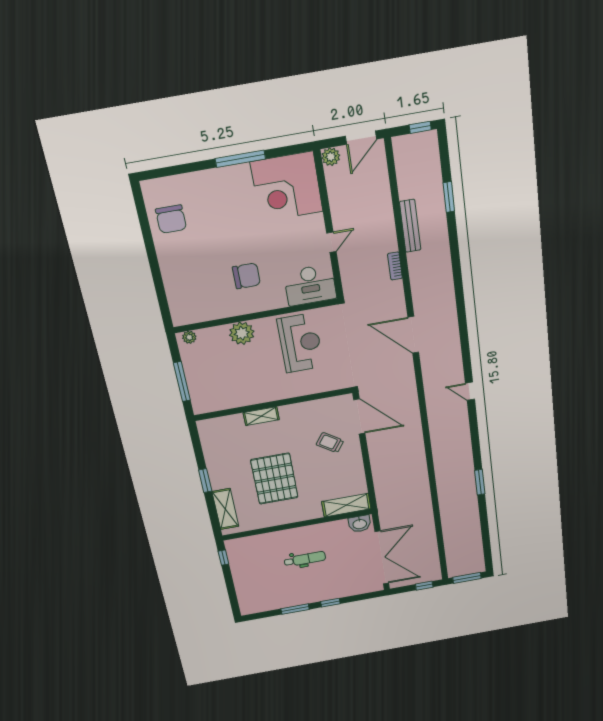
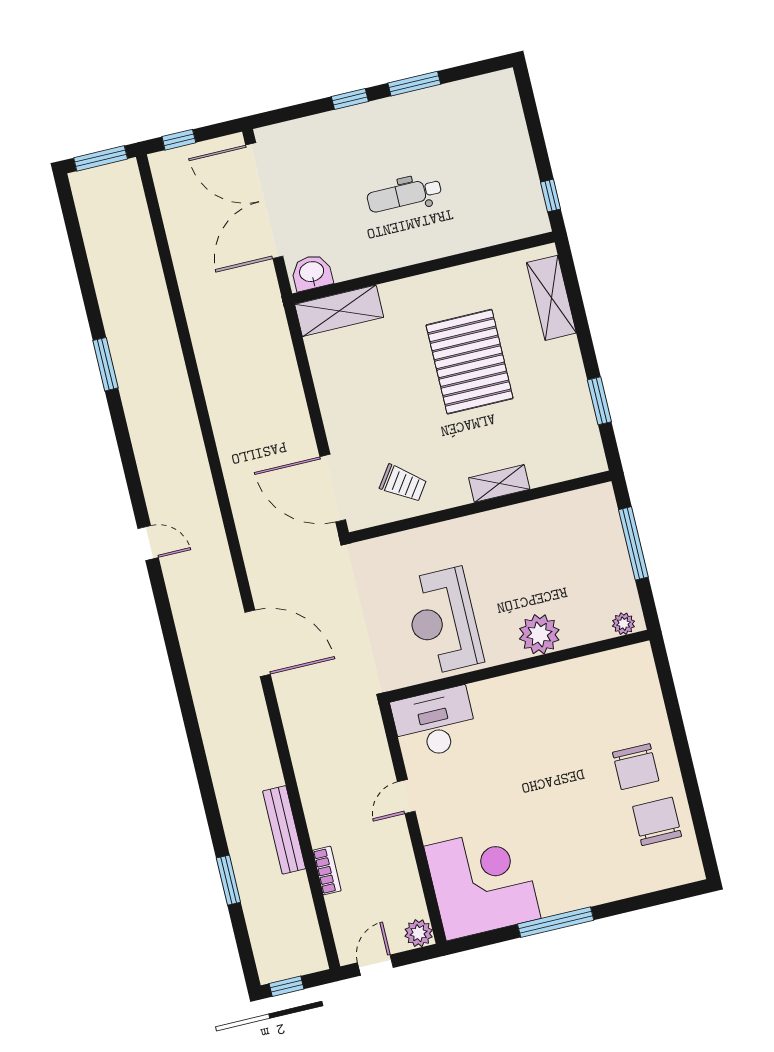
door: (361, 138) -> (375, 965), width x0.73
bookcase: (395, 266) -> (327, 871), moved
chair: (246, 276) -> (636, 767), moved, turned -90
trolley: (330, 443) -> (403, 483), moved
window: (205, 481) -> (599, 401), moved

